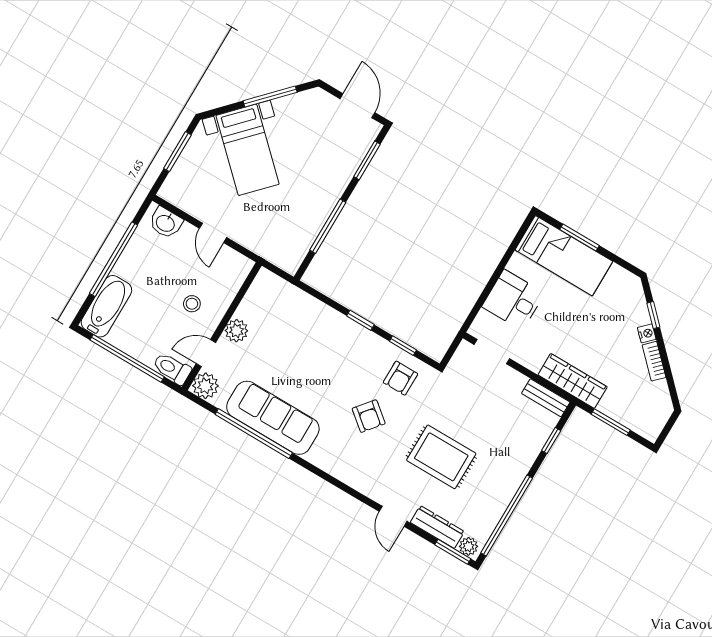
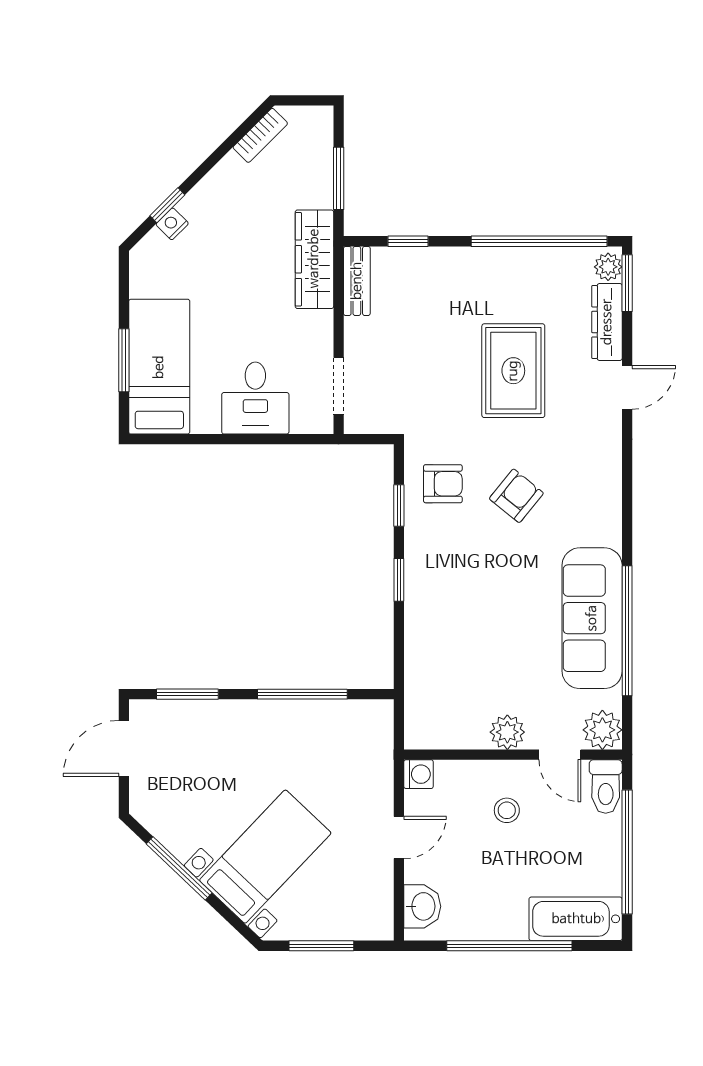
washing machine: (243, 266) -> (419, 774), added
nightstand: (647, 333) -> (172, 224), moved
bookcase: (654, 361) -> (260, 135), moved

